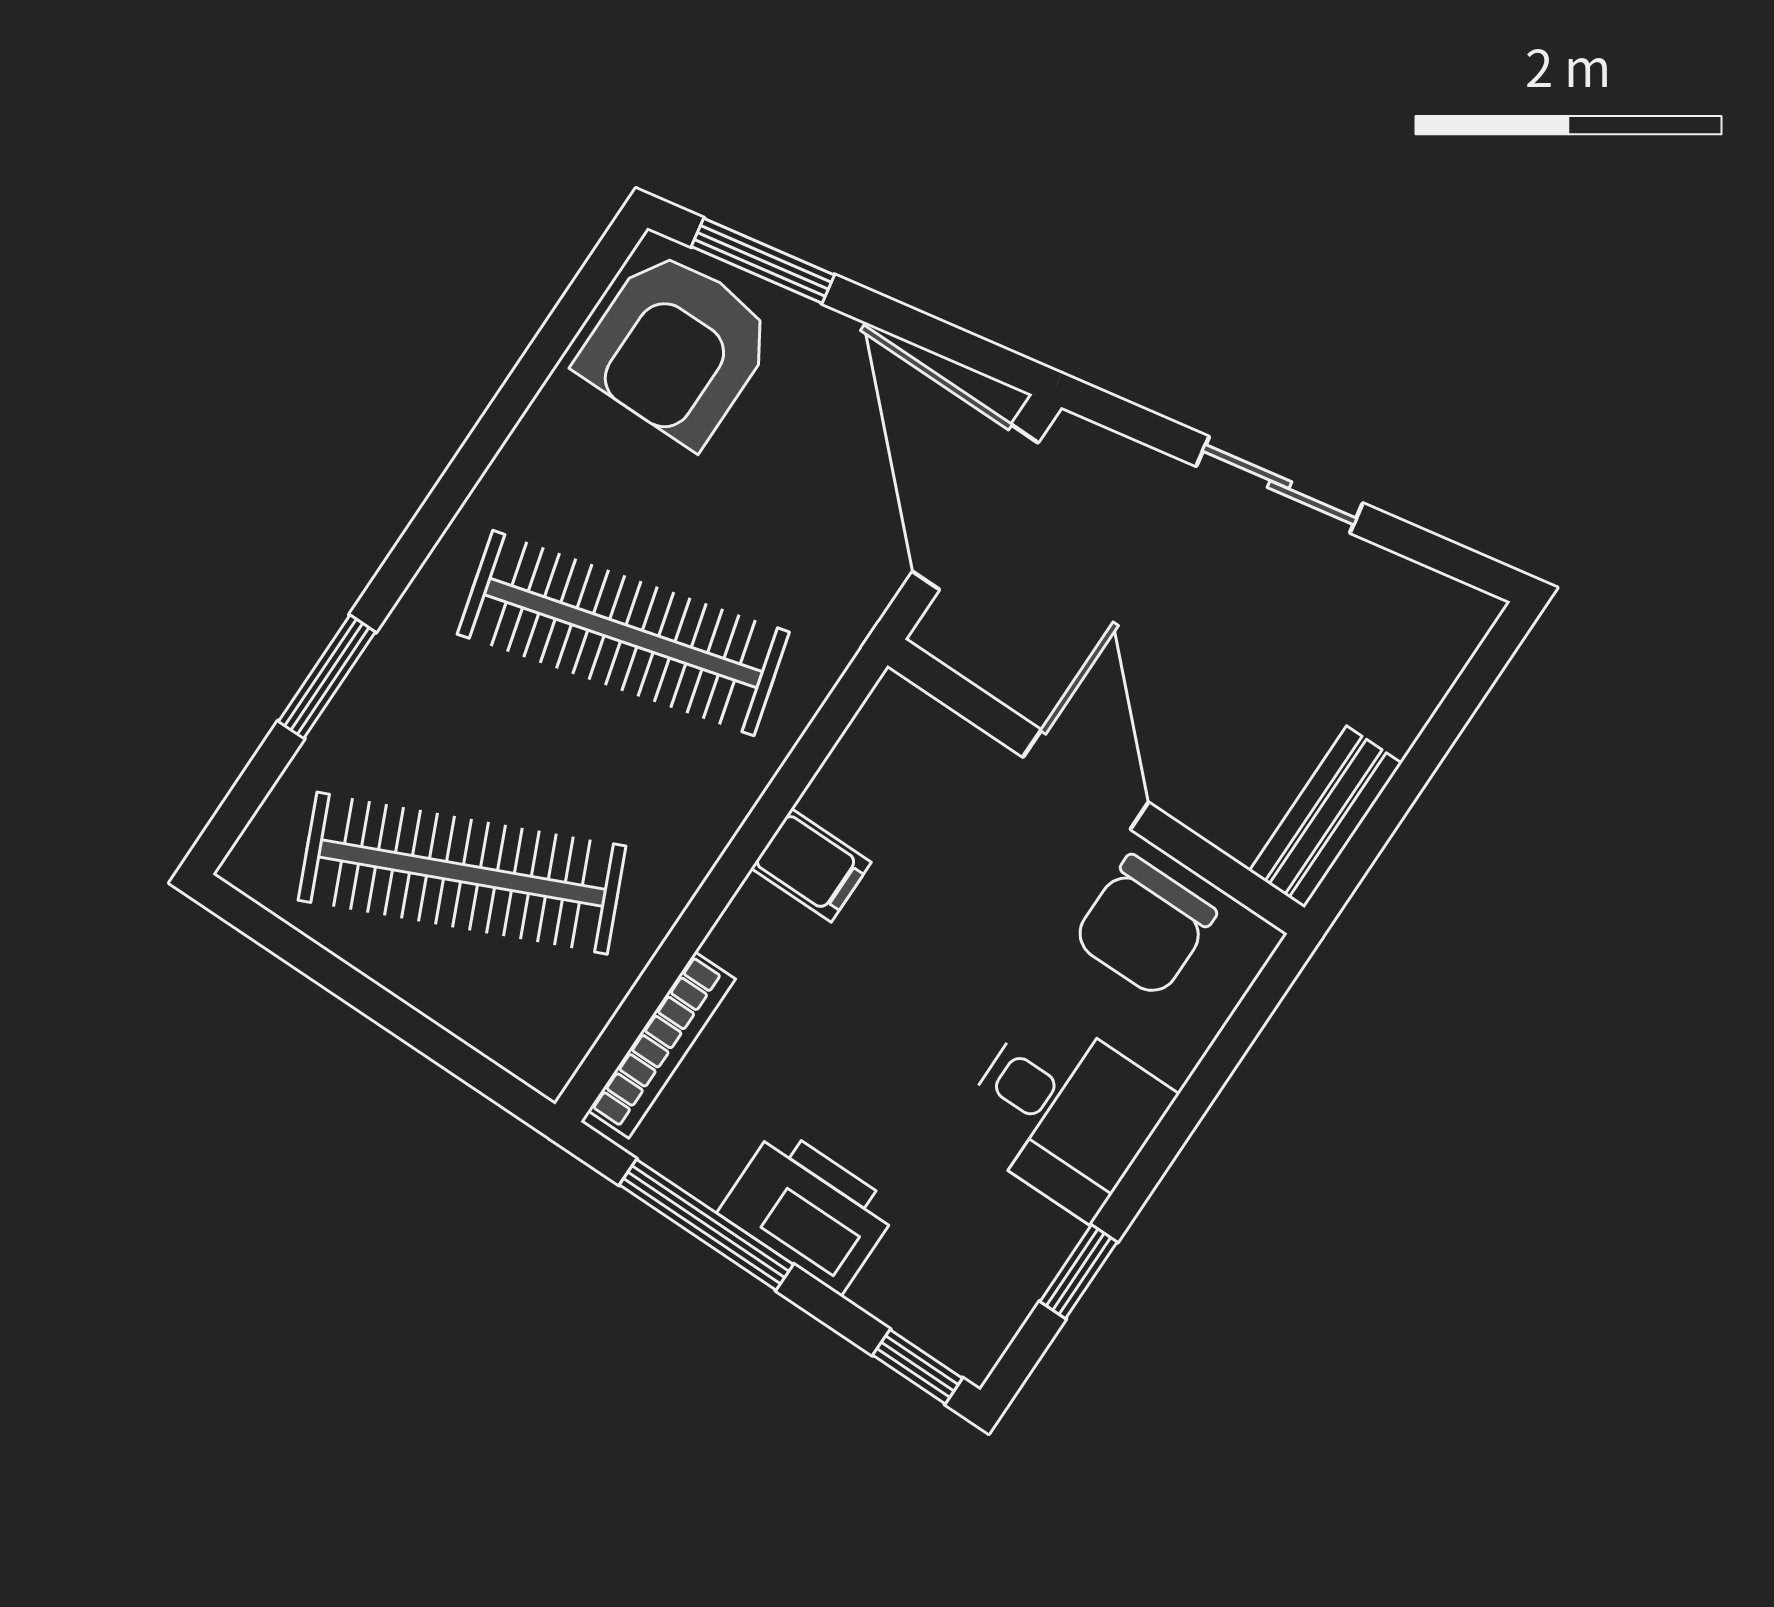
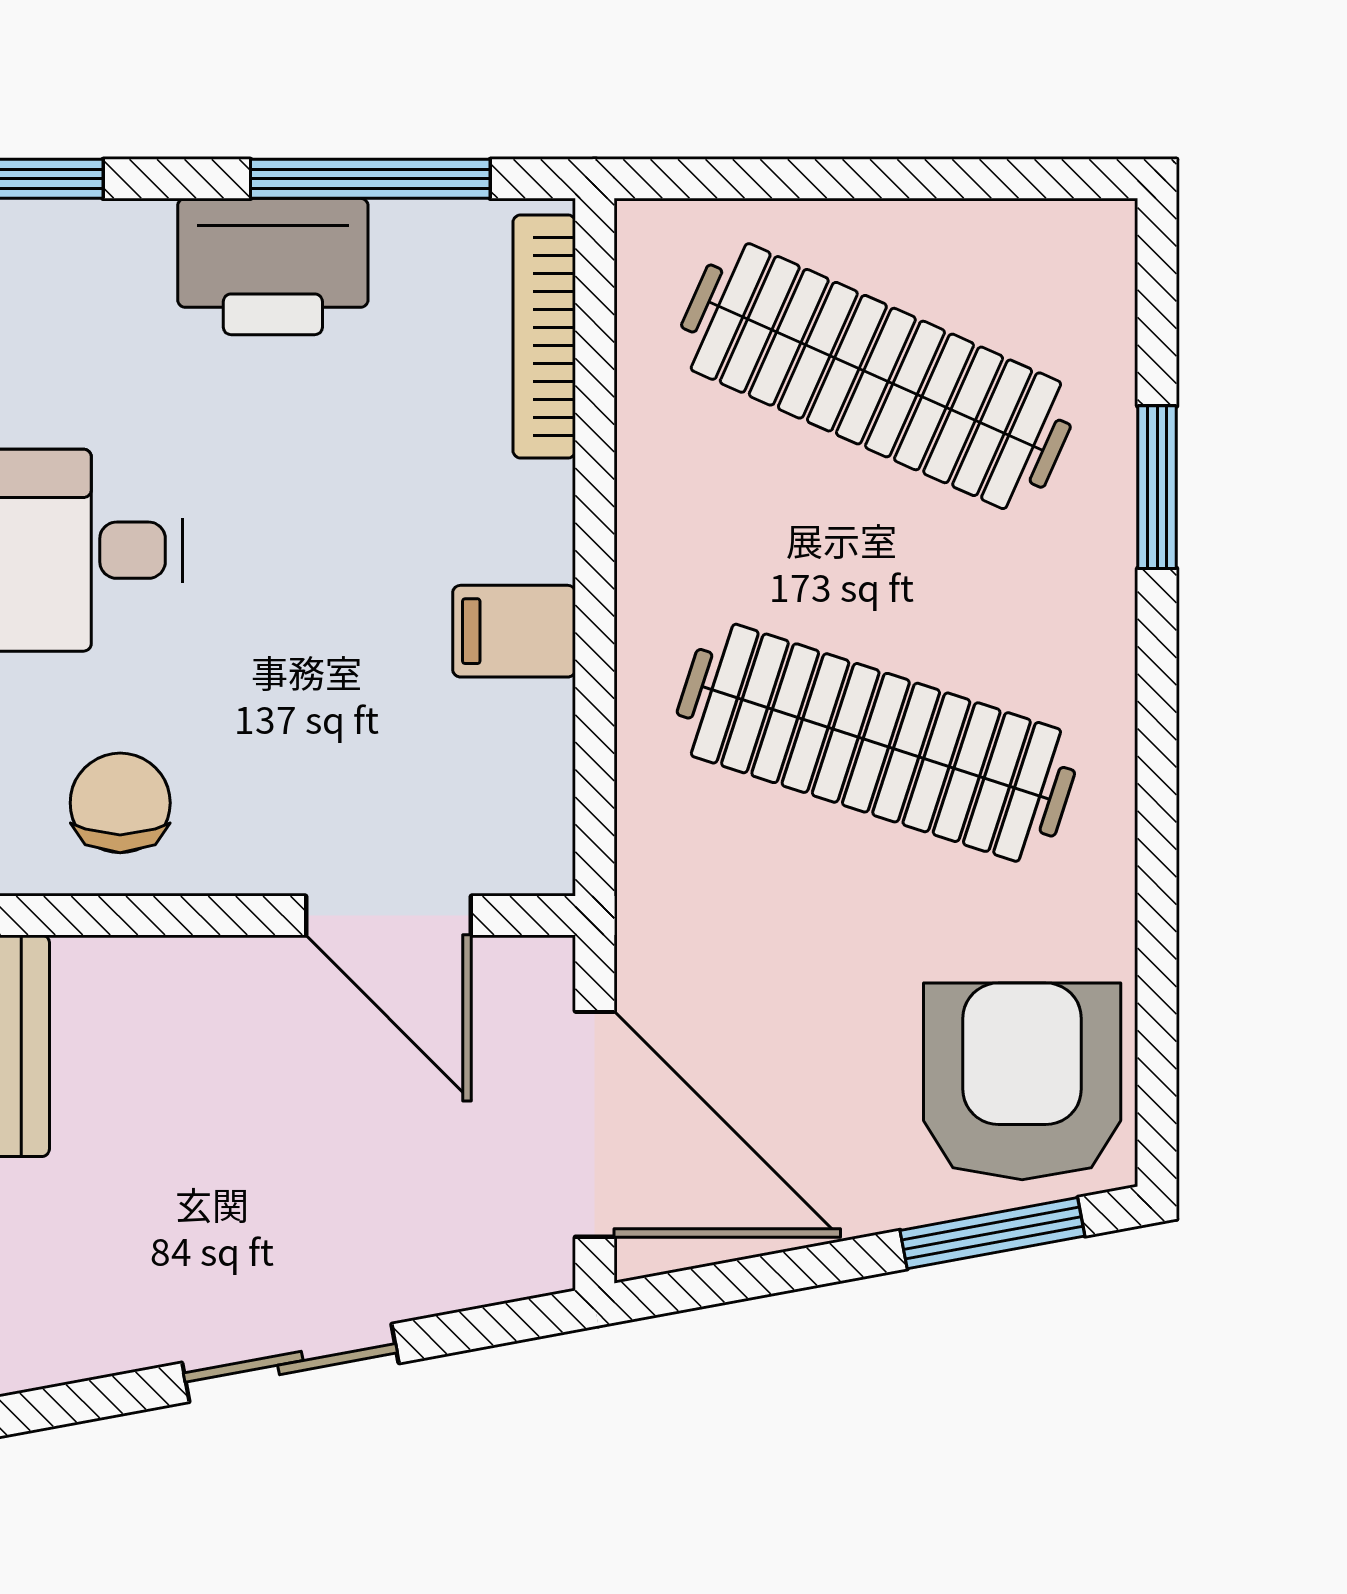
clothes rail: (623, 633) -> (876, 743), turned 33
door: (1086, 780) -> (388, 916), moved
clothes rail: (462, 873) -> (876, 376), turned 48
chair: (1145, 926) -> (120, 803), width x0.73, depth x0.73

